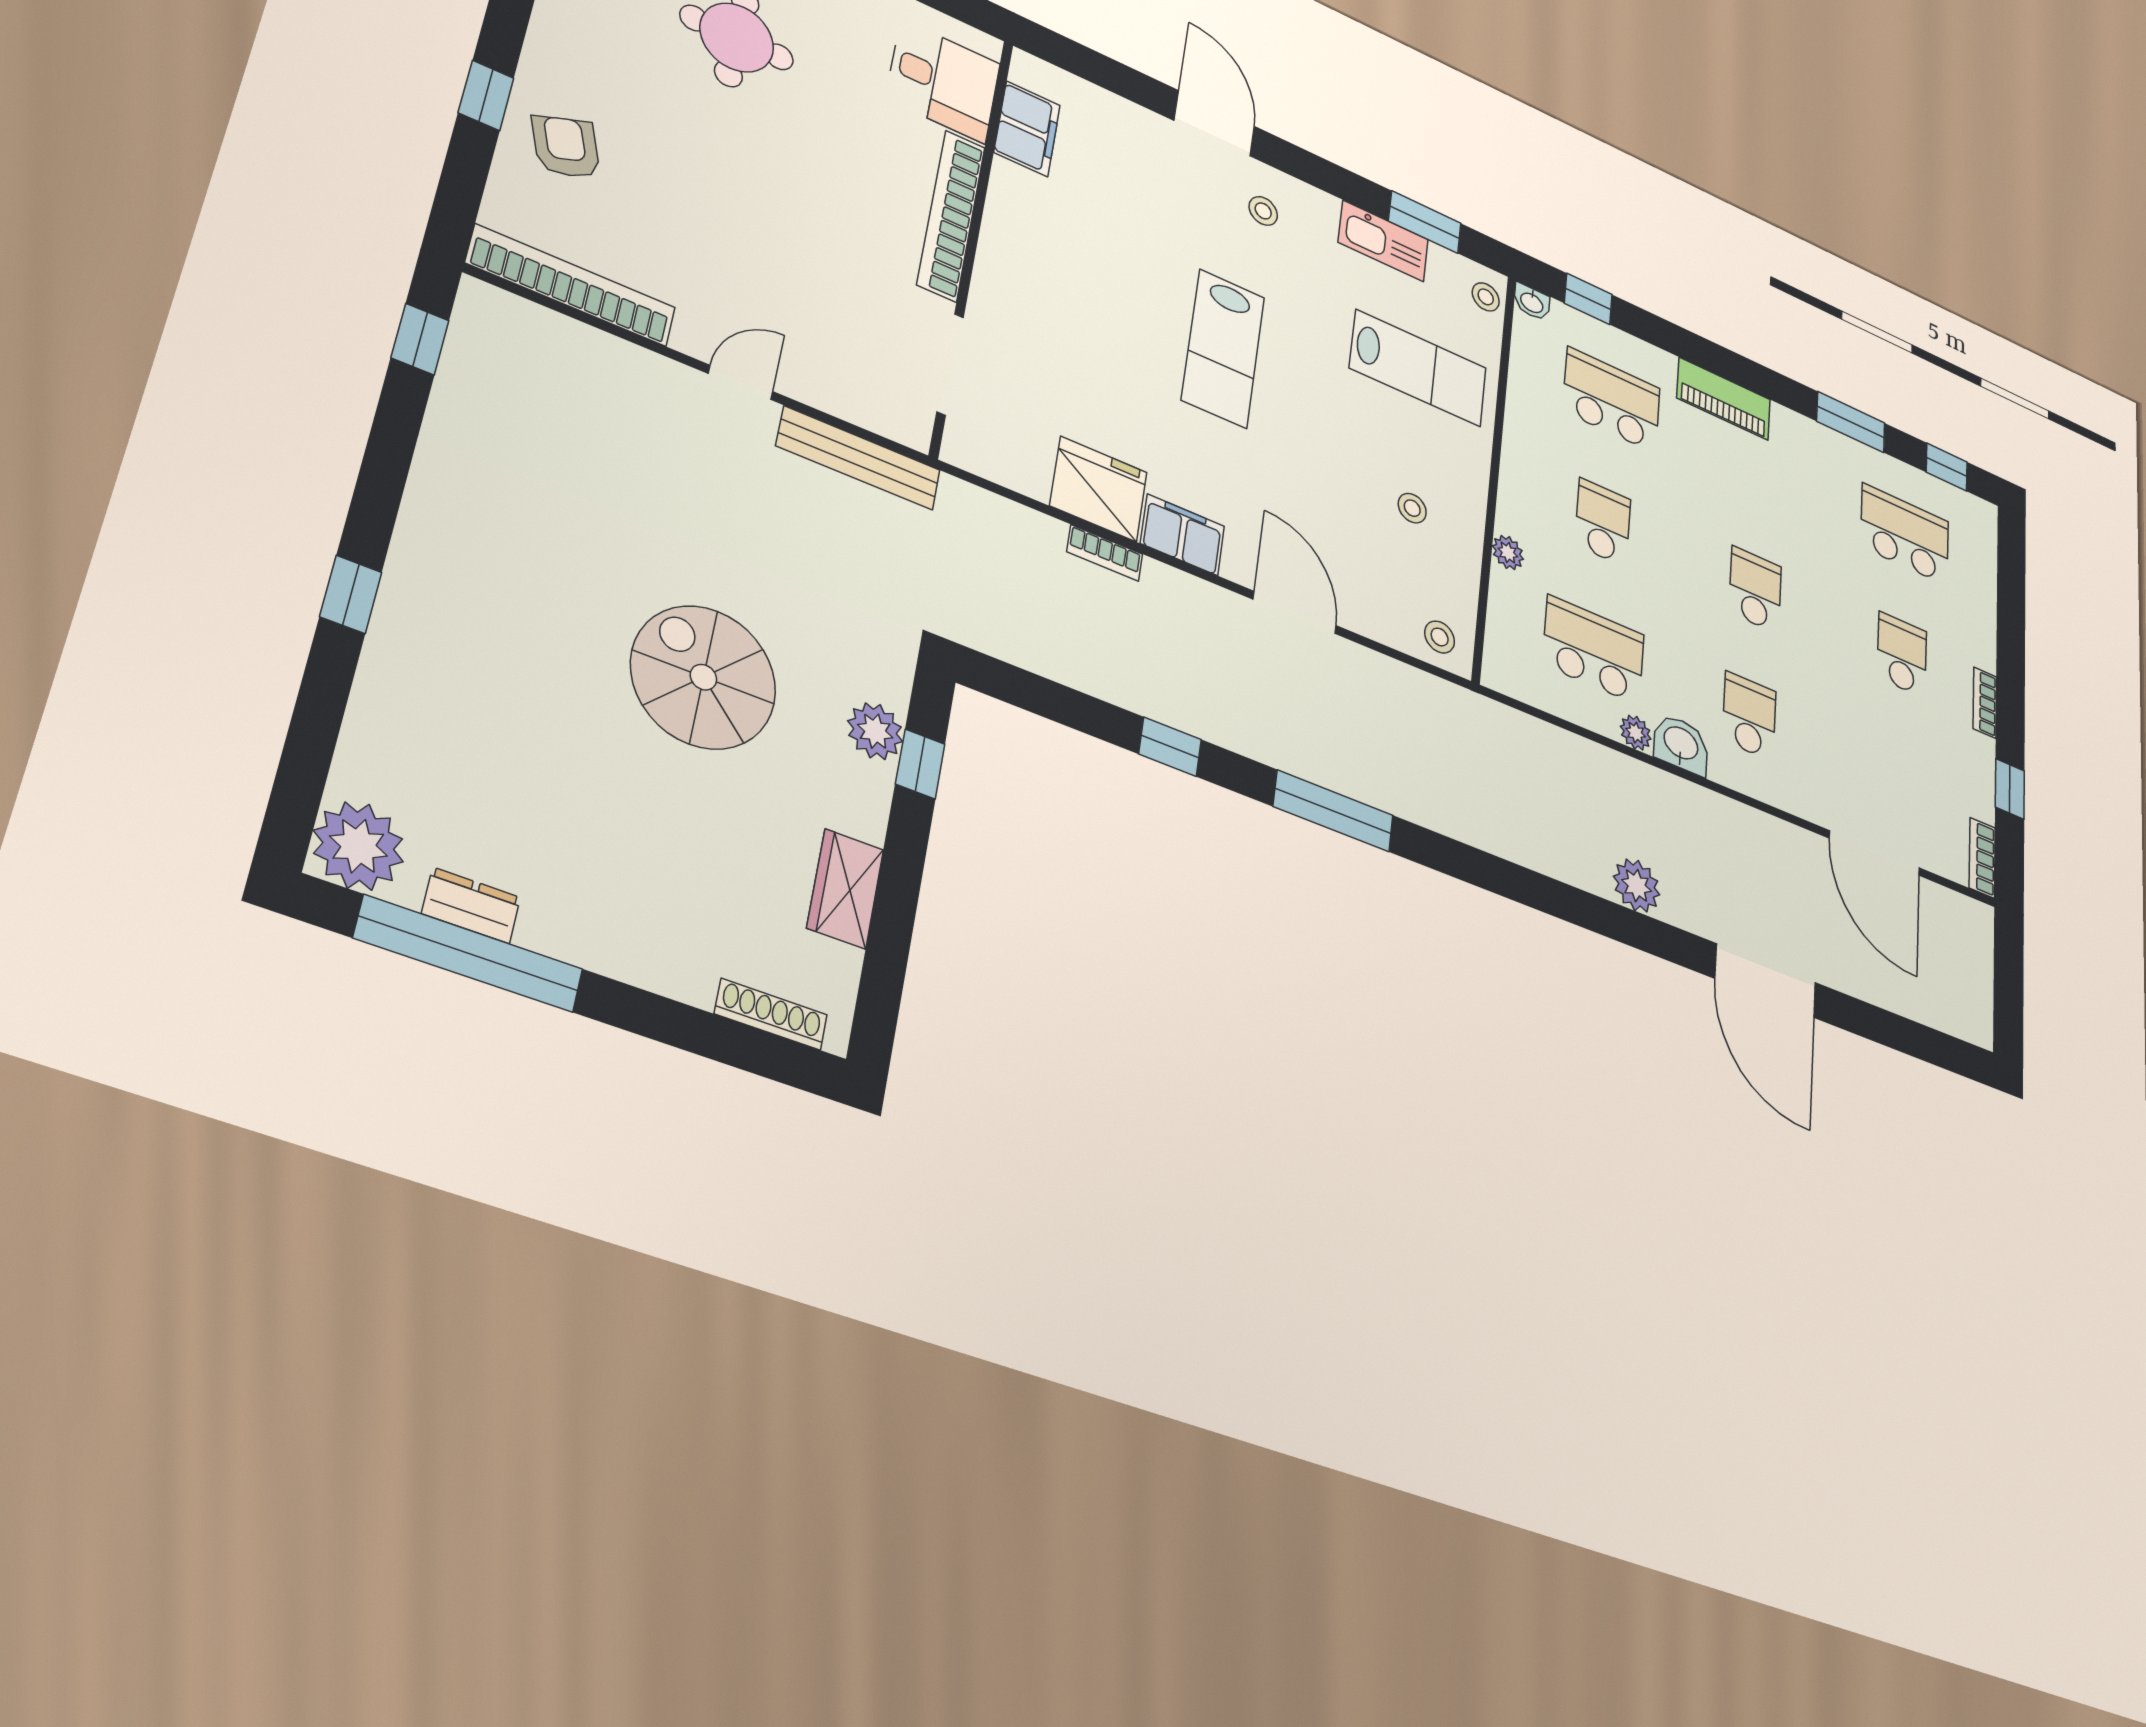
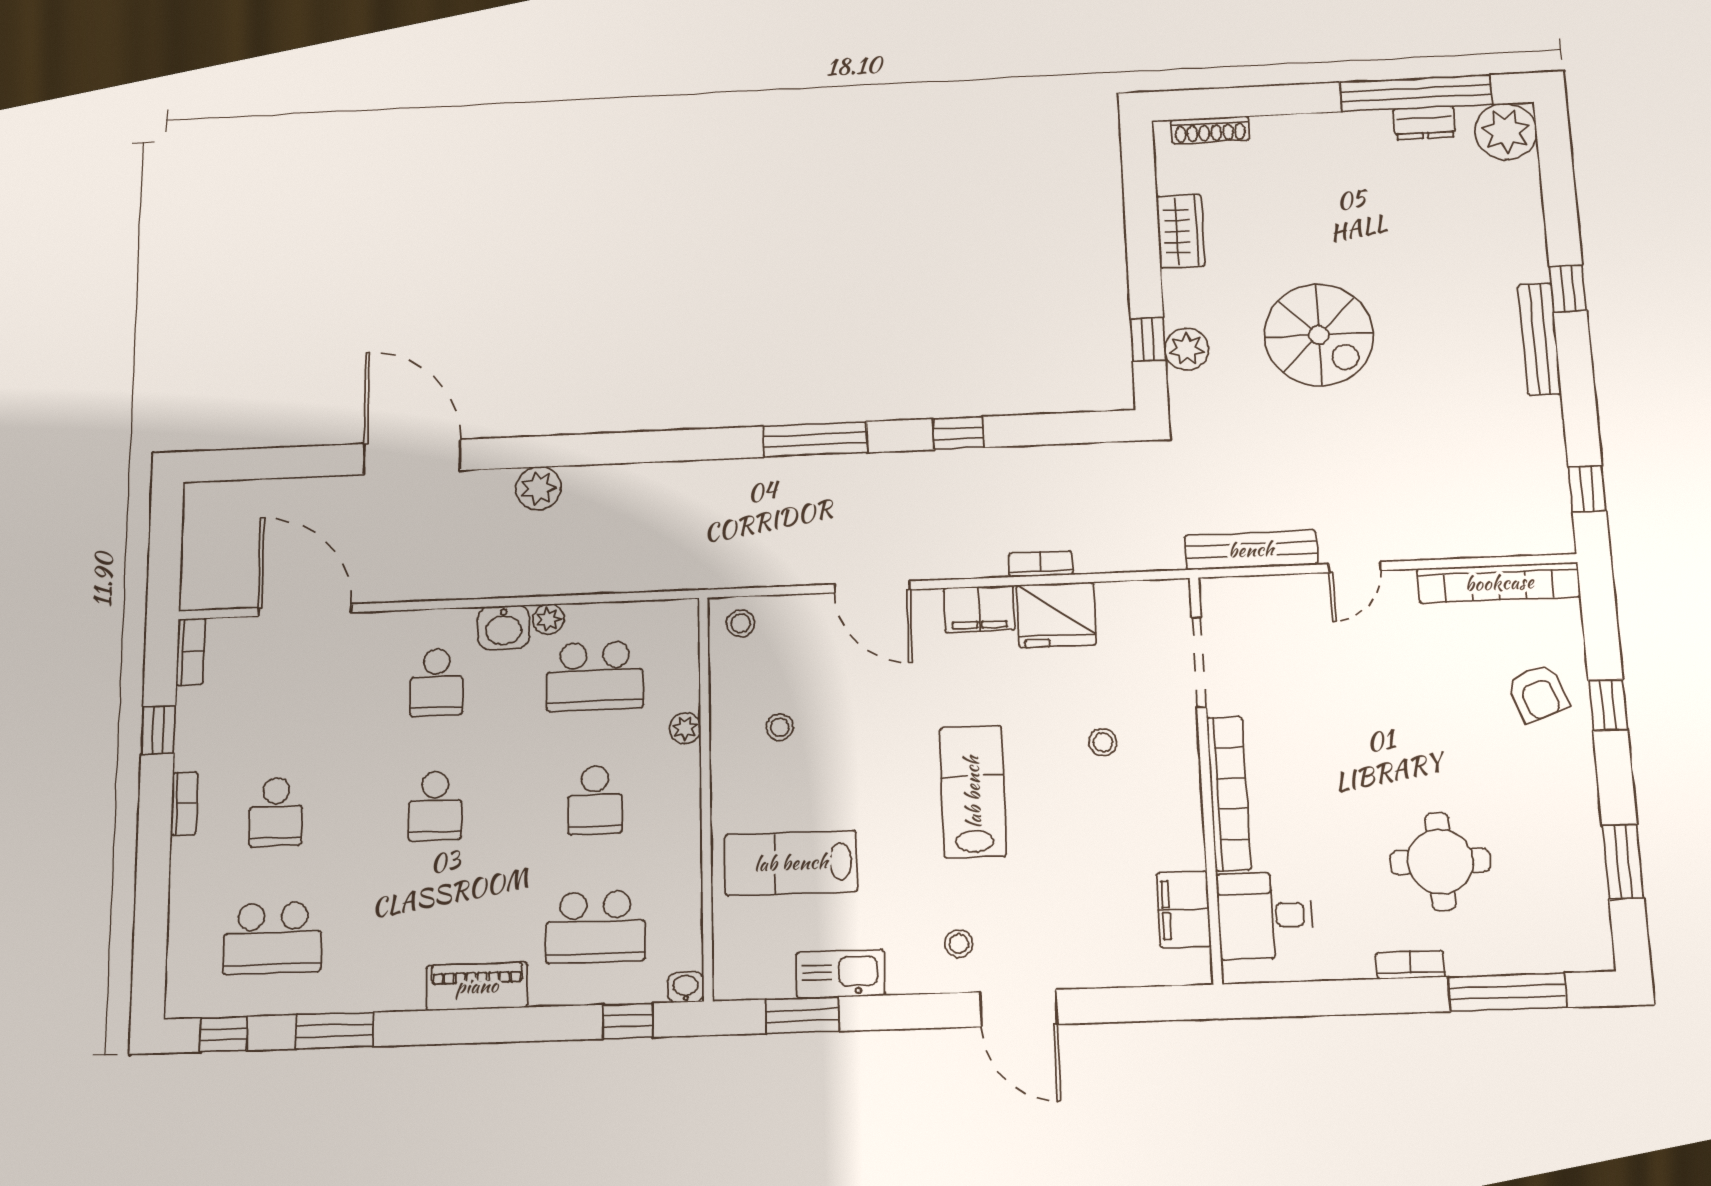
stool: (1486, 297) -> (1103, 742), moved
bench: (414, 547) -> (1540, 339), added

